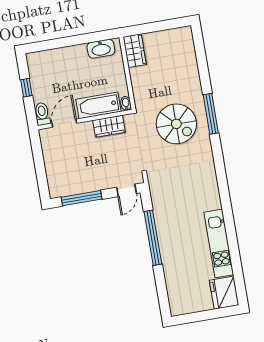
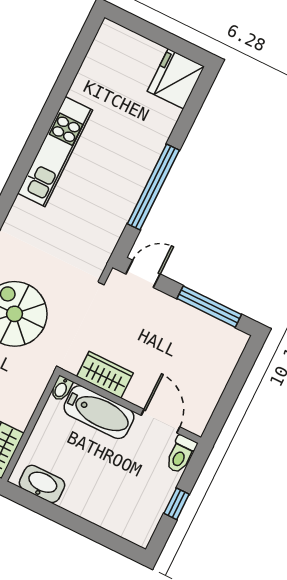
door: (64, 123) -> (160, 421), swing flipped
kitchen unit: (219, 243) -> (55, 152), moved
fridge: (224, 293) -> (176, 79), moved, turned 180

